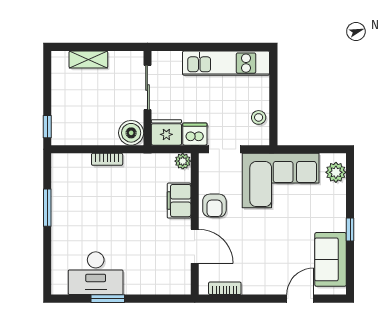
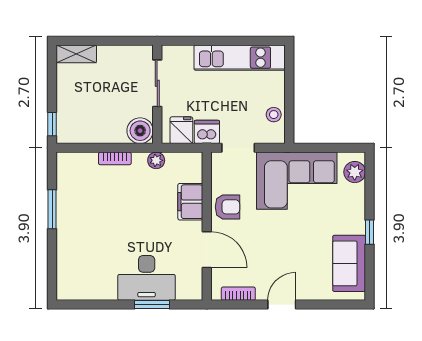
shelving: (88, 59) -> (76, 54), moved
fridge: (166, 132) -> (181, 130), width x0.72
plant: (183, 161) -> (156, 160), moved
armchair: (214, 206) -> (227, 207), turned -90
desk: (96, 273) -> (147, 278), moved
window: (108, 299) -> (152, 305), moved
door: (300, 299) -> (282, 305), moved

